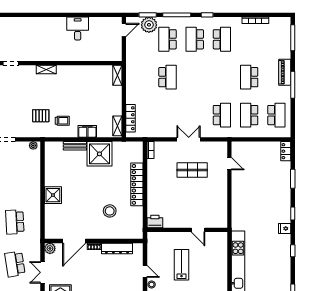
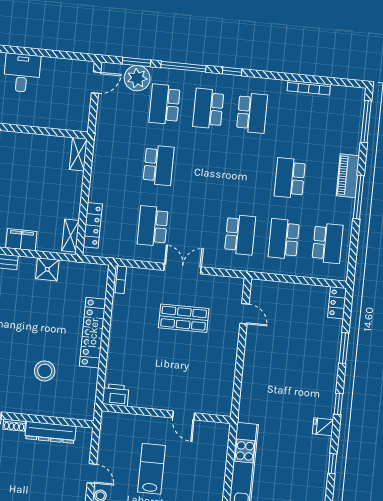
school desk: (167, 115) -> (153, 226), added
shower: (99, 154) -> (47, 269), width x0.54, depth x0.54

